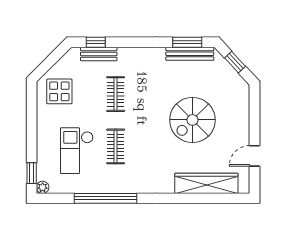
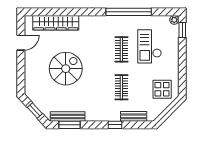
window: (96, 42) -> (115, 125), moved
checkout: (77, 151) -> (149, 46), turned 180

